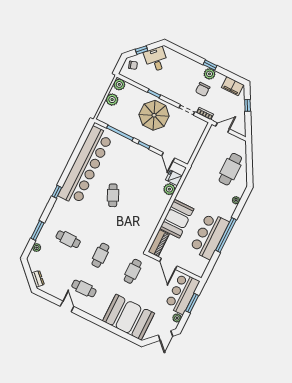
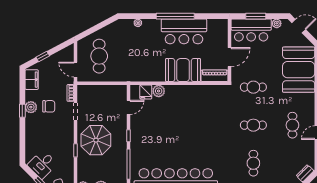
cafe table: (230, 169) -> (99, 56), moved, turned 90
cafe table: (113, 195) -> (191, 141), removed

